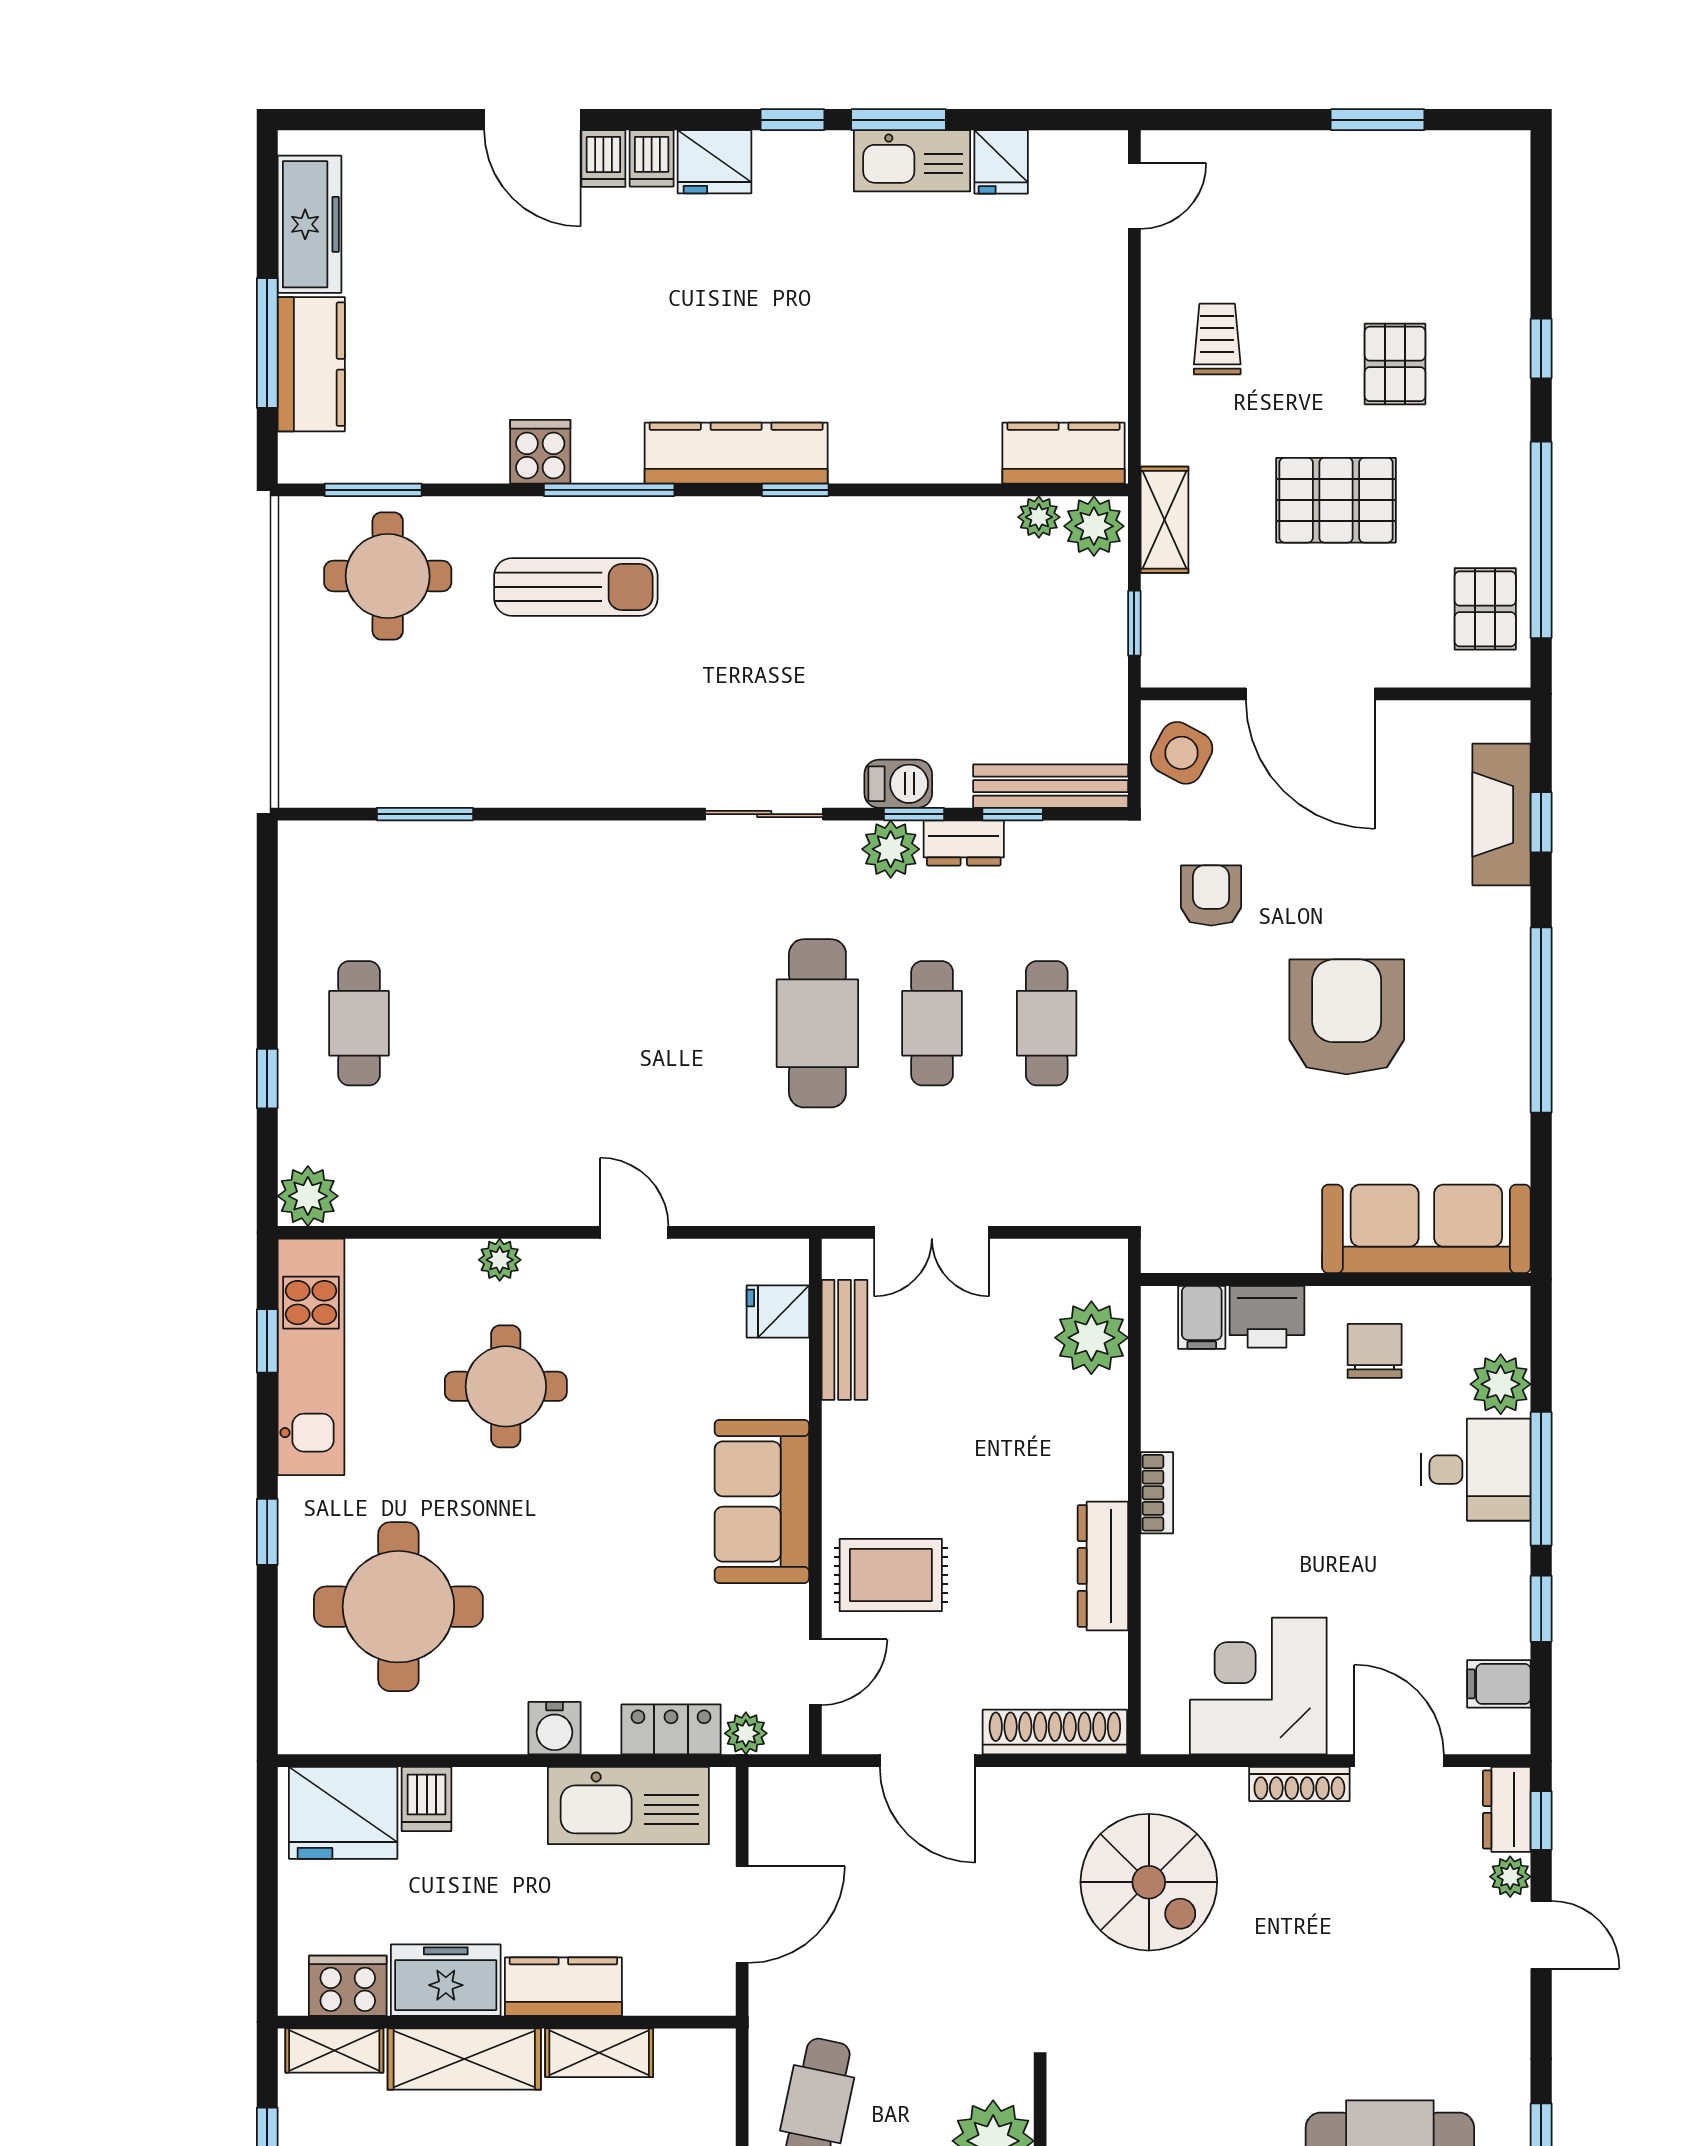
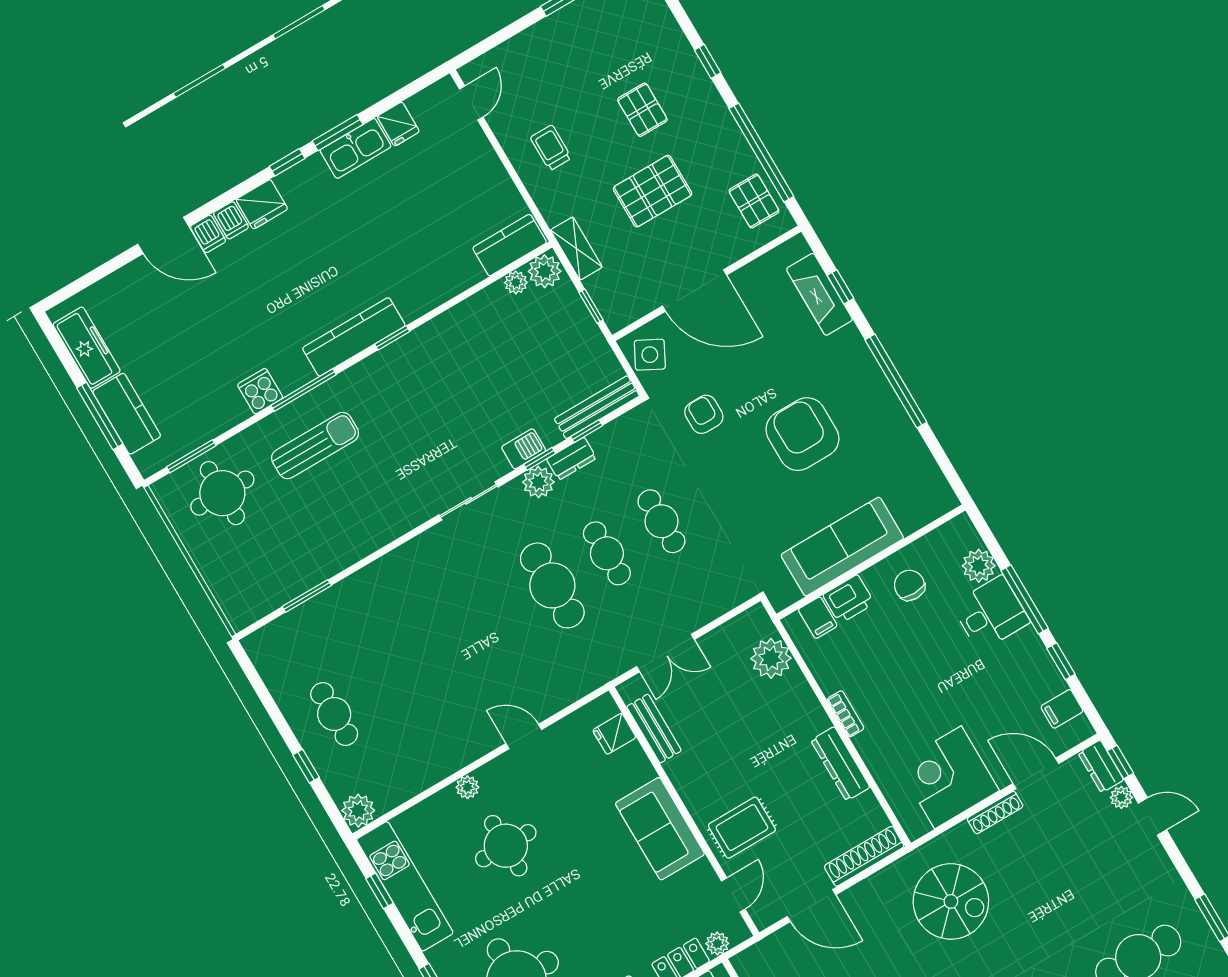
sofa: (1426, 1229) -> (842, 547), moved

